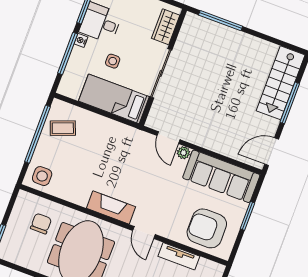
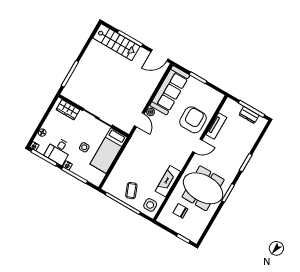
coffee table: (63, 128) -> (131, 191), moved
door: (169, 138) -> (139, 120), hinge flipped
door: (272, 152) -> (159, 55), hinge flipped
fireplace: (111, 208) -> (168, 181), moved
armchair: (207, 228) -> (193, 120), moved, turned 180

